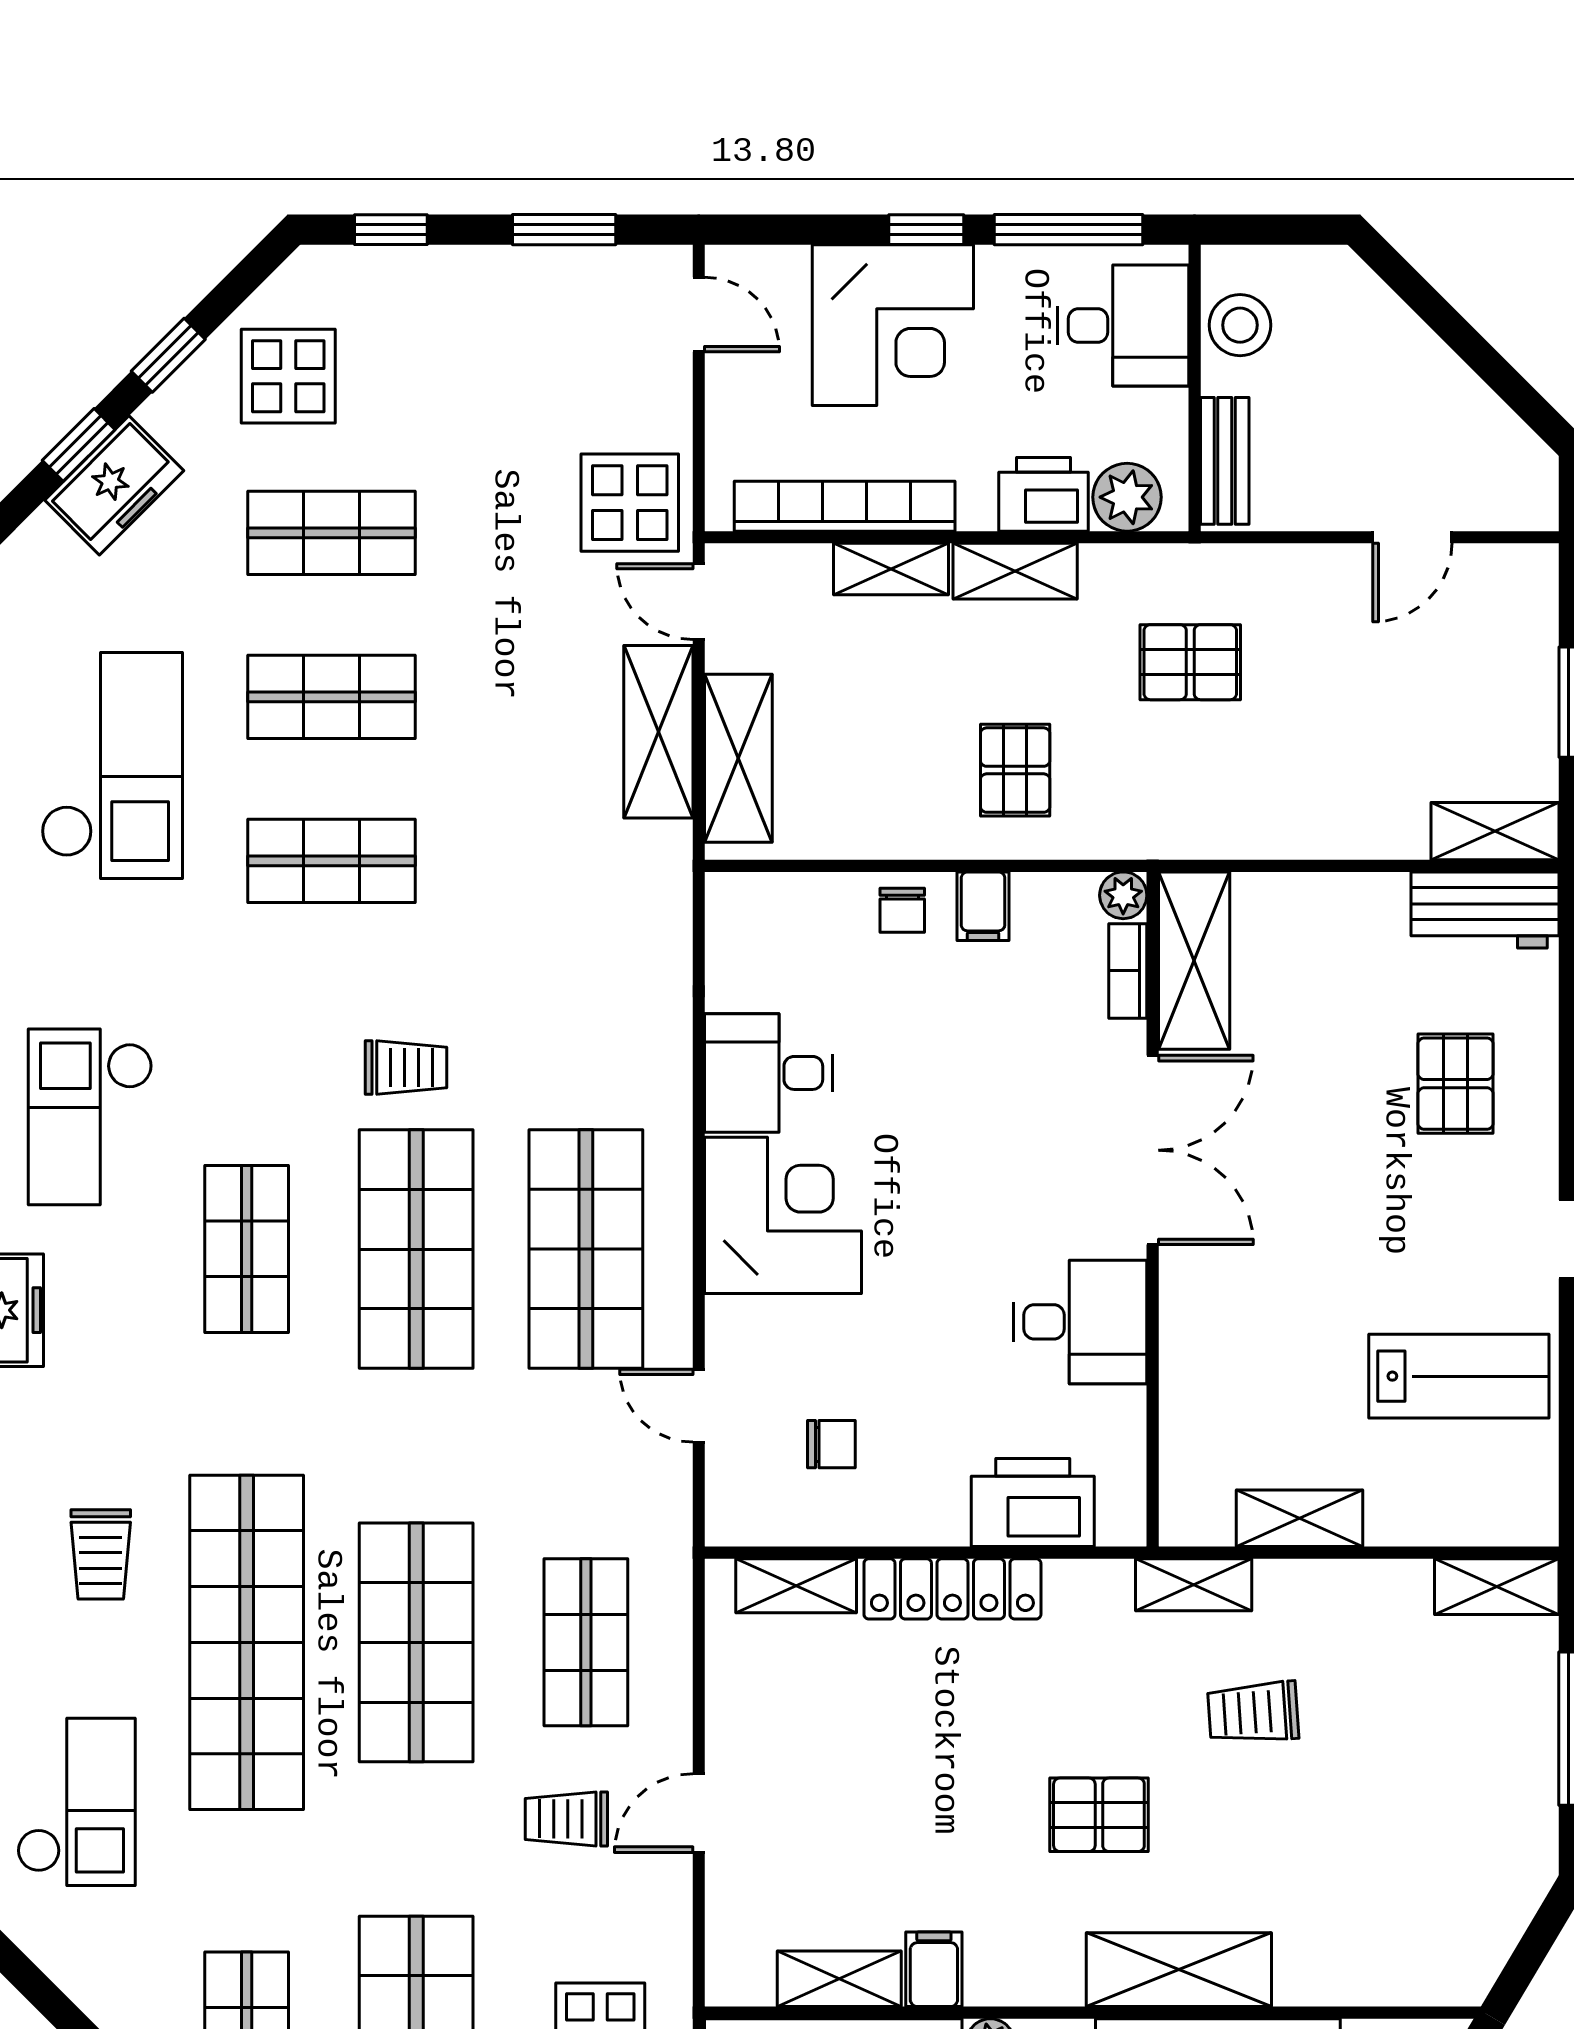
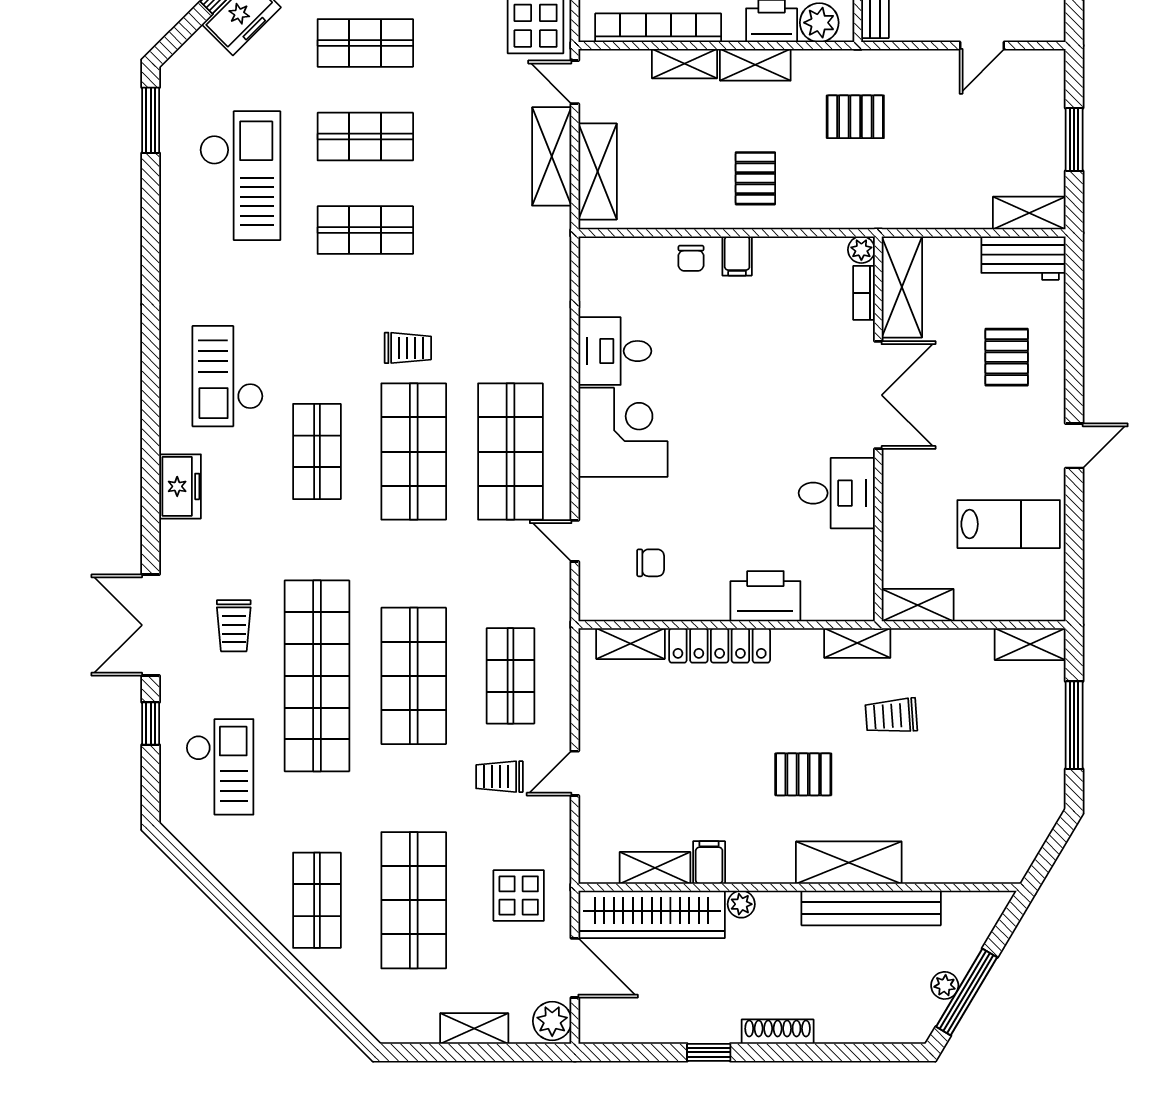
plant: (1123, 895) -> (861, 250), moved
shelving: (1194, 961) -> (902, 287), moved
bookcase: (1128, 971) -> (864, 293), moved
double door: (1153, 1150) -> (878, 395), moved
wall: (1153, 1209) -> (878, 429), moved
desk: (1080, 1322) -> (837, 493), moved

